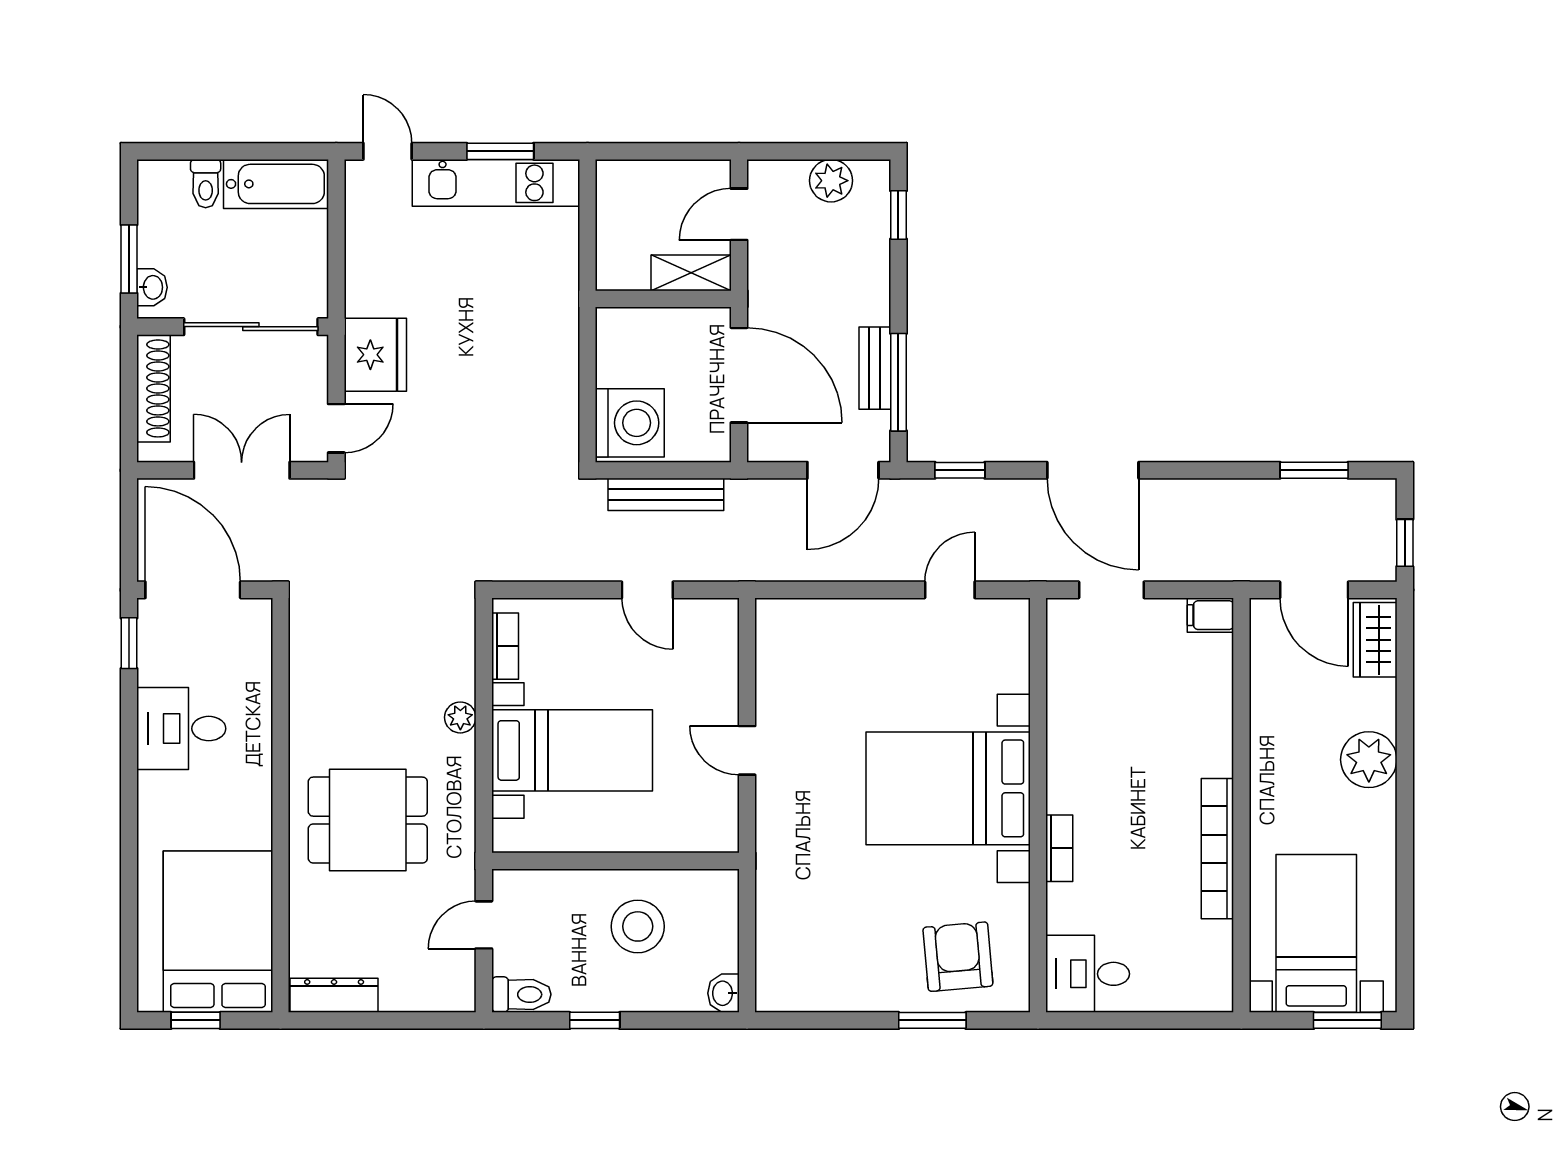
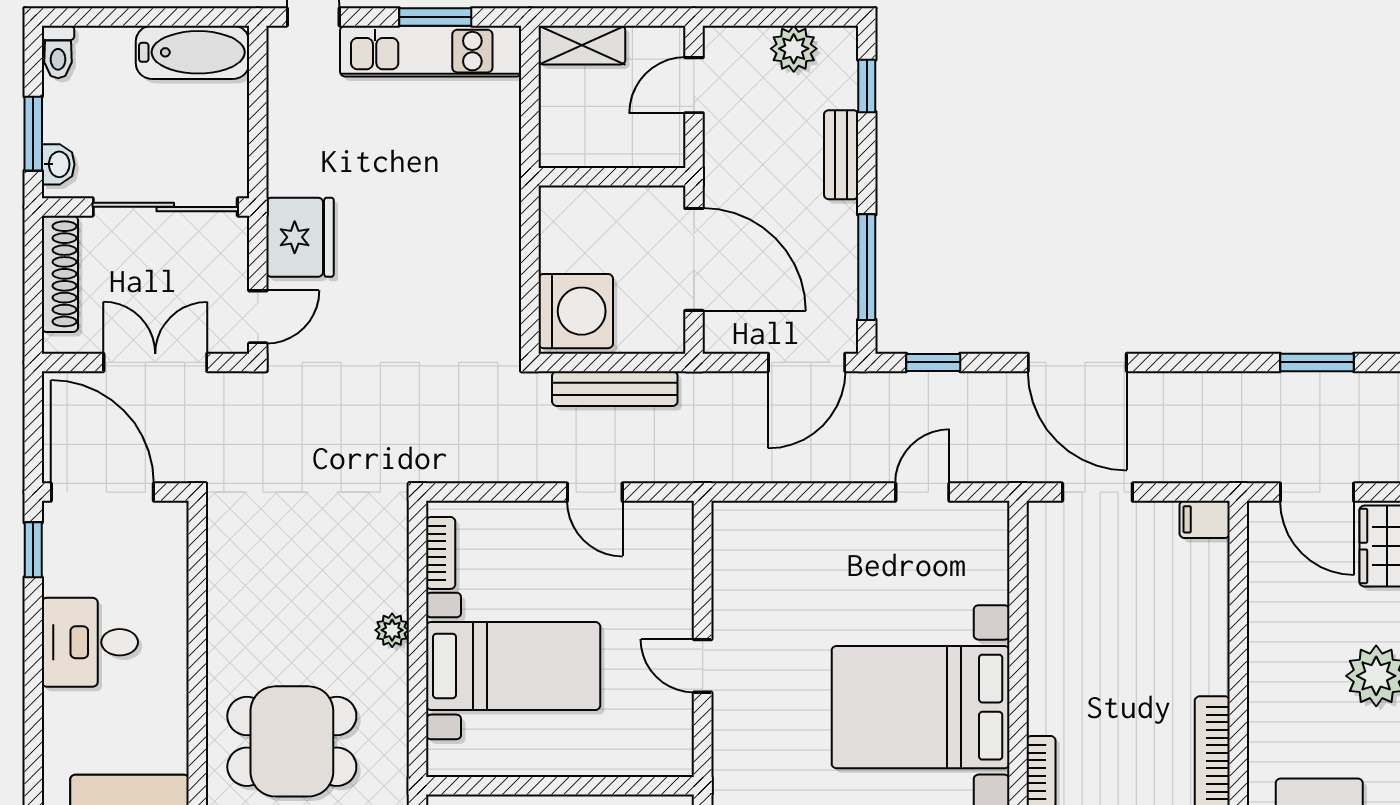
toilet: (206, 184) -> (58, 52), moved
shelving: (691, 273) -> (582, 45), moved
bench: (875, 368) -> (841, 155), moved

